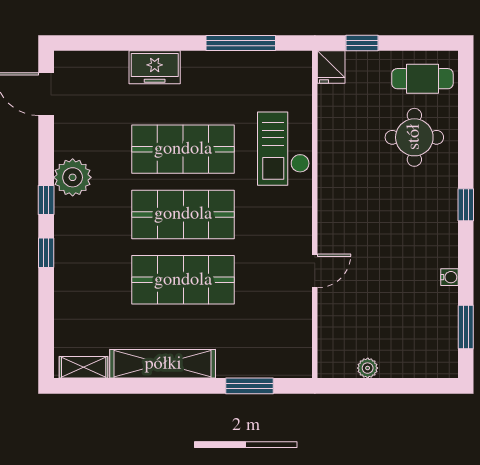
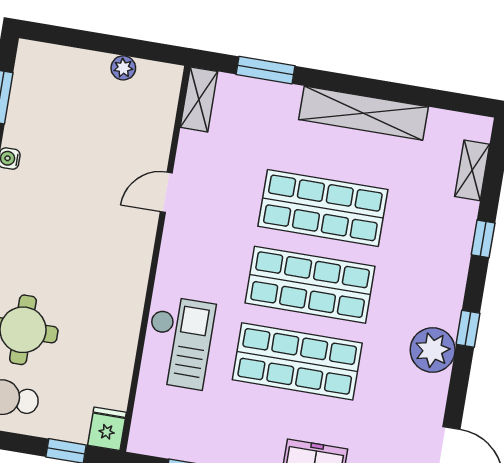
window: (46, 253) -> (483, 239), moved
shelving: (301, 352) -> (199, 99), added
shelving: (84, 367) -> (472, 170), moved, turned 90

